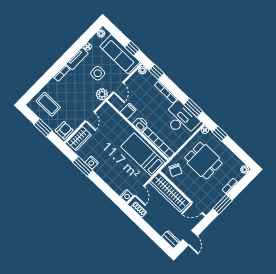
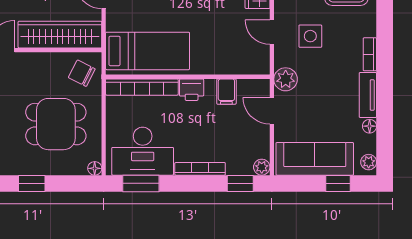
window: (132, 48) -> (338, 183), moved
side table: (98, 73) -> (310, 36), moved
window: (220, 134) -> (32, 183), moved

